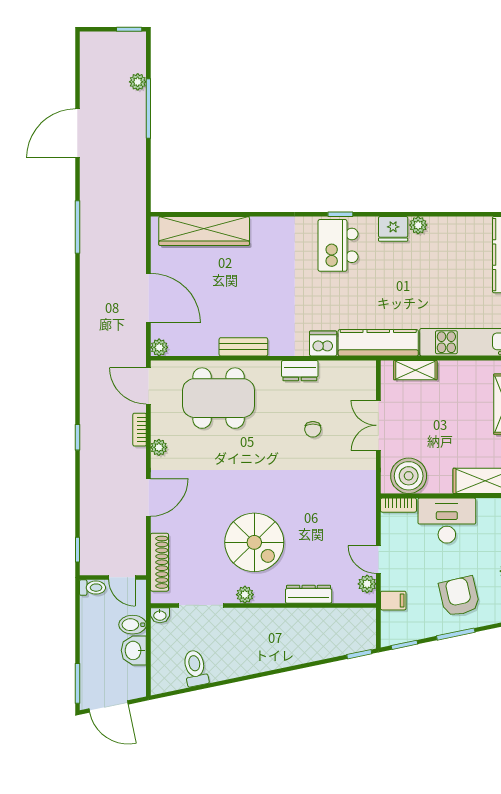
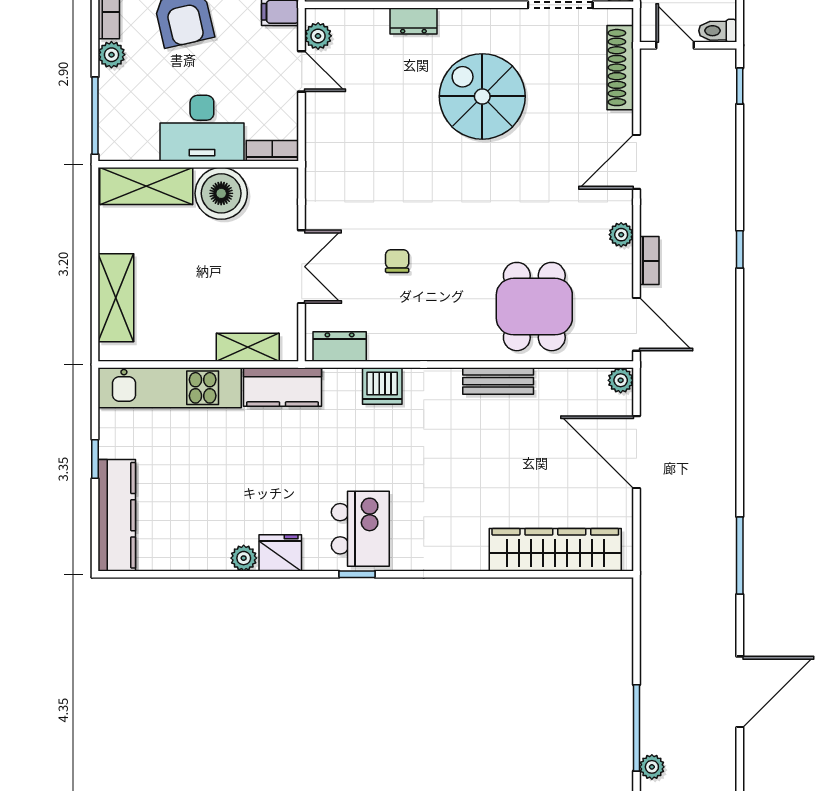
kitchen counter: (378, 343) -> (283, 387), width x0.67
dresser: (300, 371) -> (340, 346), moved
dining table: (219, 398) -> (534, 307), width x0.73
boiler: (409, 476) -> (221, 193), moved
dresser: (309, 594) -> (413, 21), width x0.70
plant: (245, 595) -> (496, 20), removed

